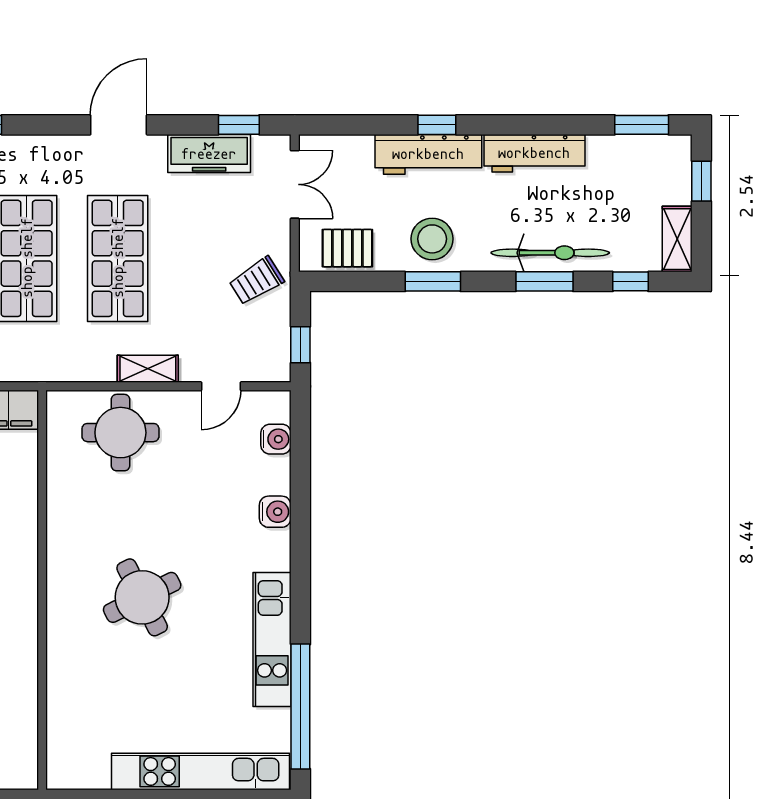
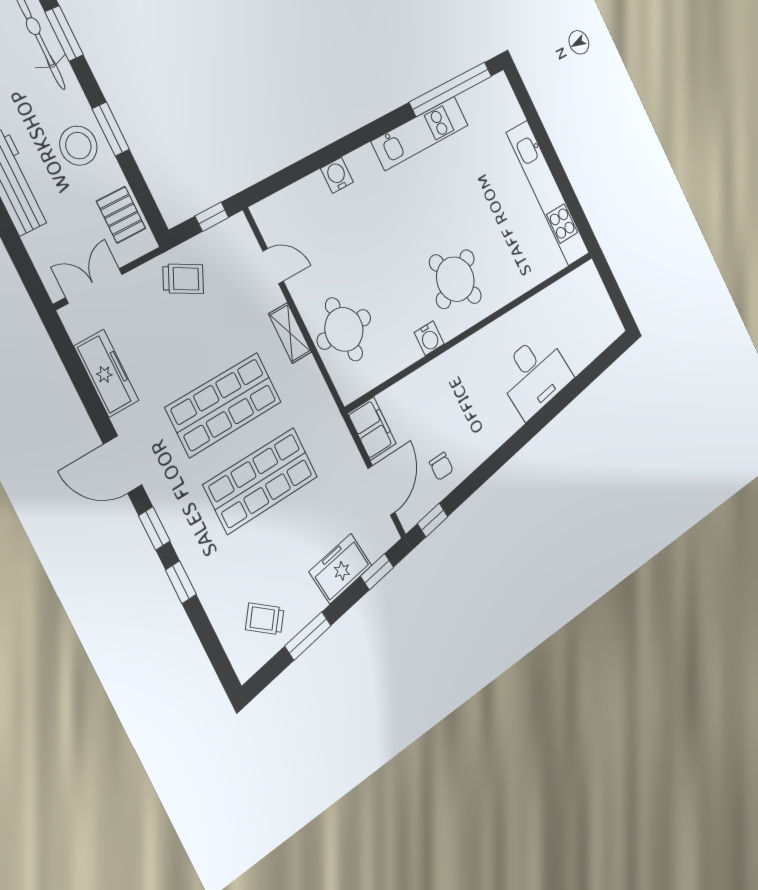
window: (239, 125) -> (154, 528), moved
trolley: (257, 281) -> (183, 279), turned -31
water cooler: (276, 439) -> (429, 338), moved, turned 180
round table: (142, 597) -> (455, 279), moved
kitchen unit: (201, 771) -> (548, 193), moved

